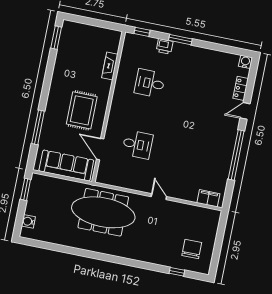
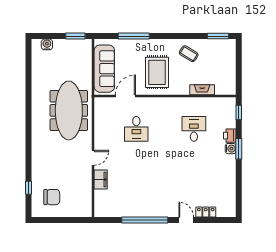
water cooler: (245, 62) -> (231, 149), moved
coffee table: (69, 73) -> (189, 54), added
rug: (82, 110) -> (157, 72), turned 90
filing cabinet: (208, 198) -> (101, 179), moved

